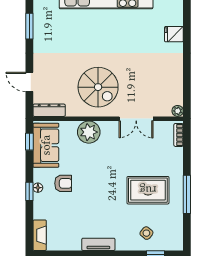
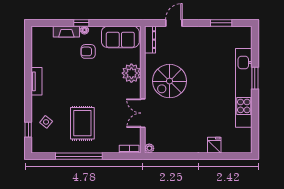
window: (29, 142) -> (123, 23), removed
armchair: (63, 183) -> (88, 51), turned 90
window: (187, 194) -> (79, 156), width x1.46
fireplace: (40, 235) -> (66, 32), moved

